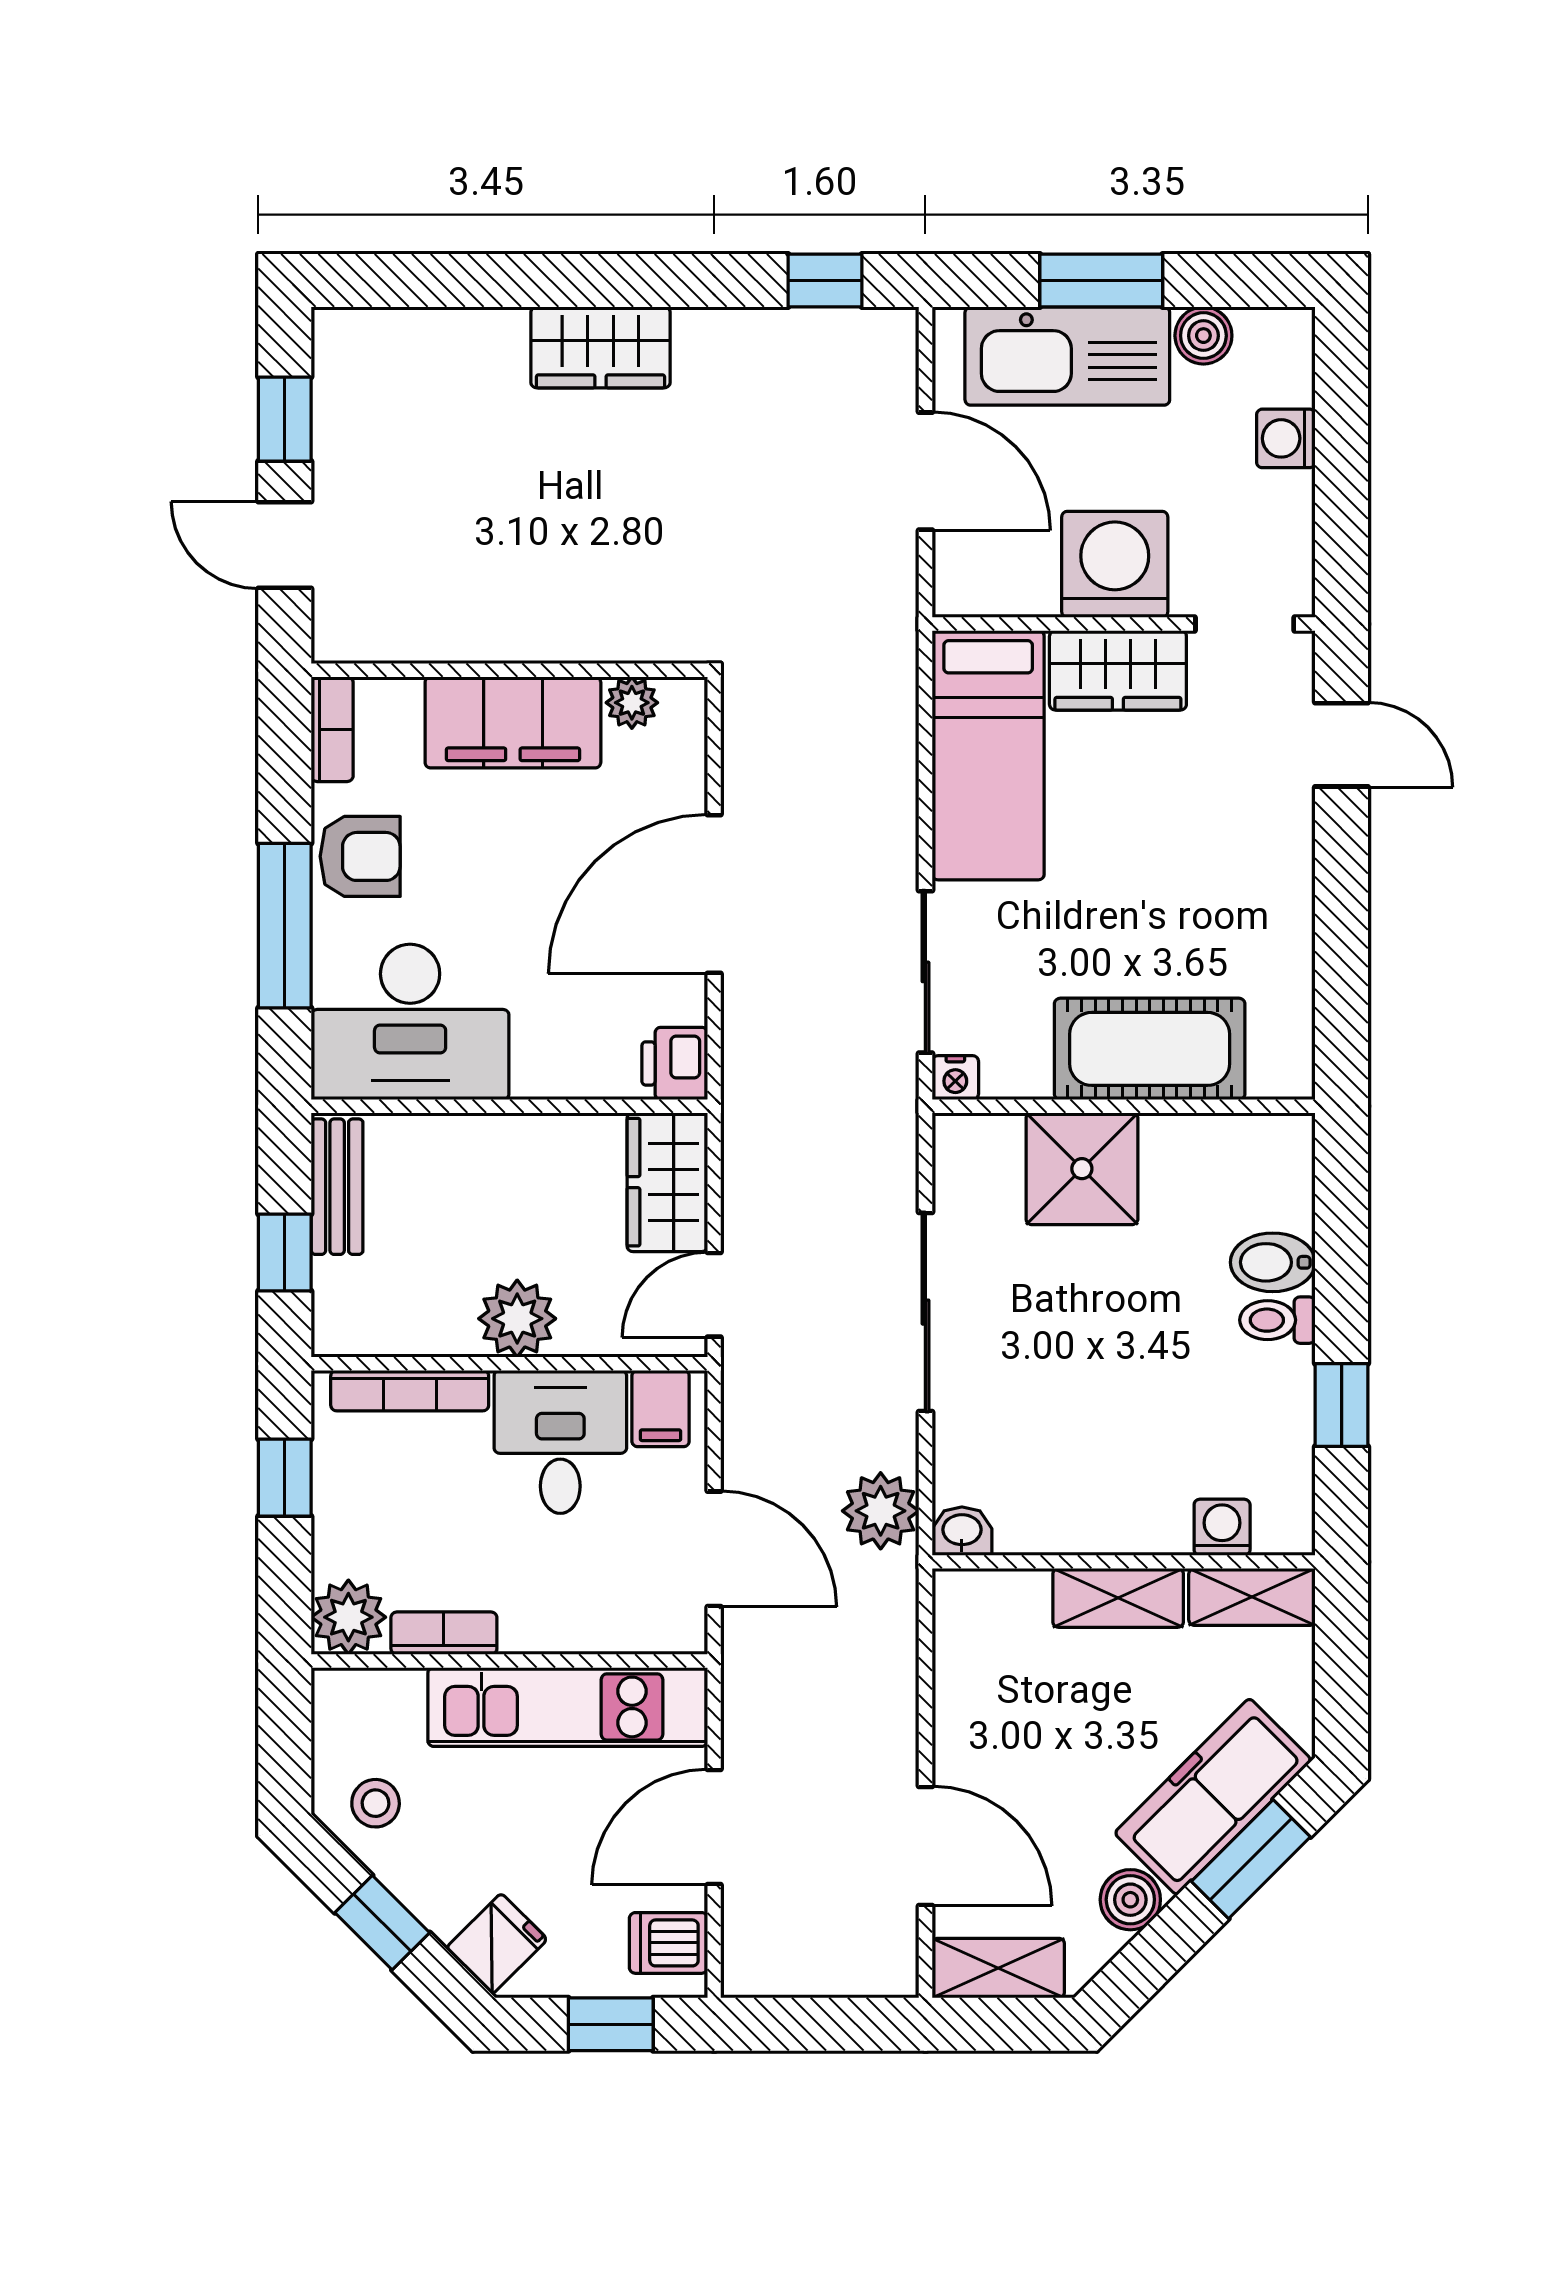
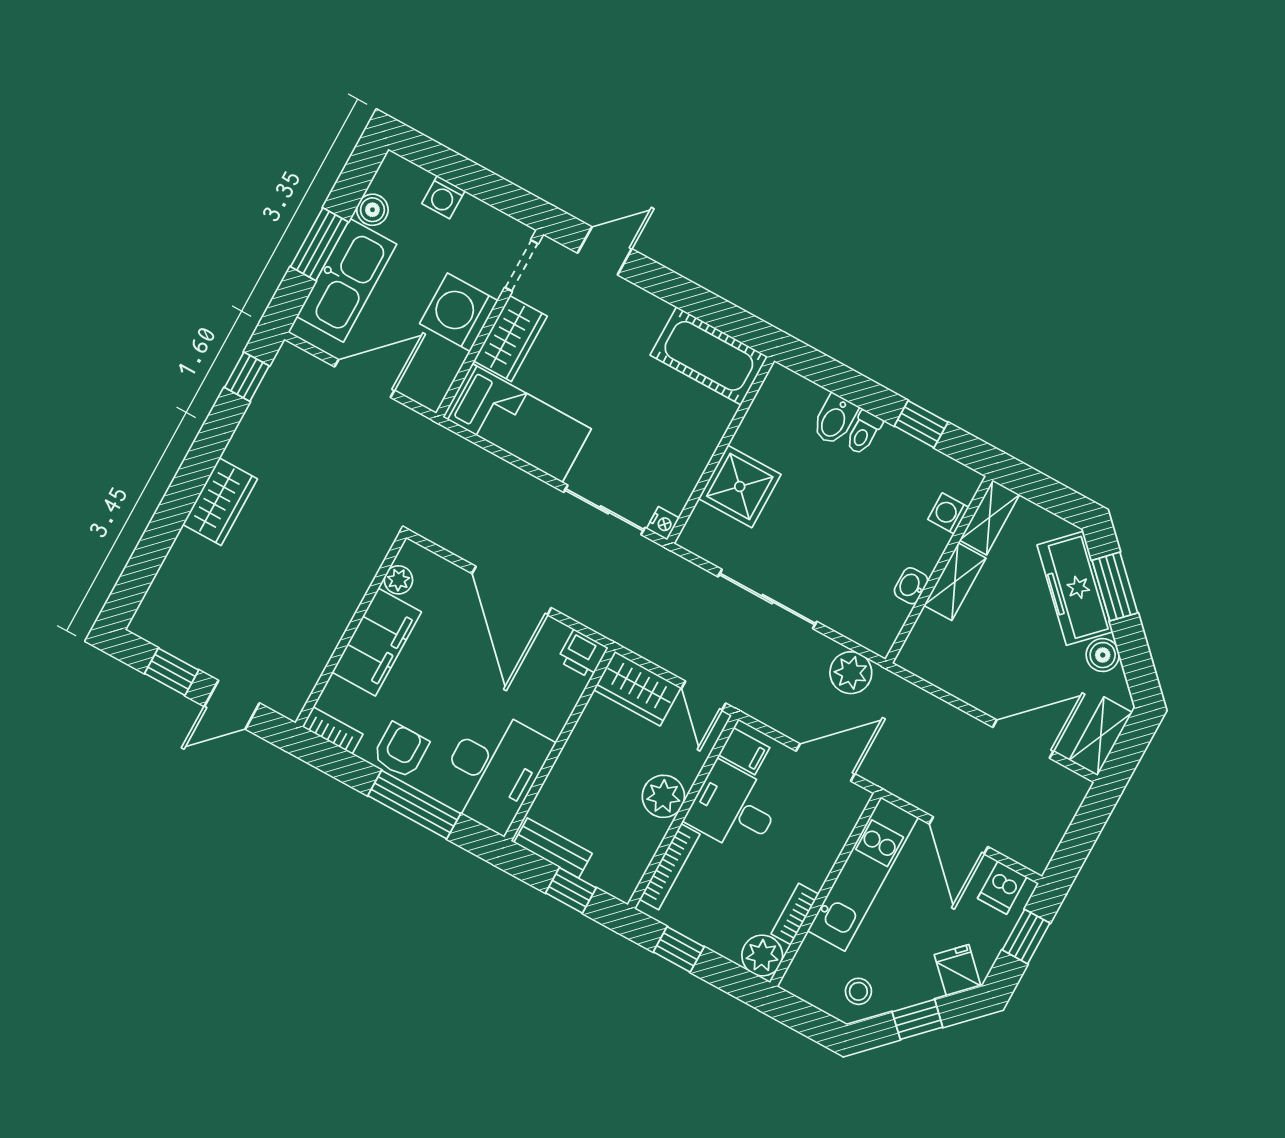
cot: (1150, 1049) -> (709, 356), moved, turned 90
washbasin: (962, 1531) -> (911, 586), moved

